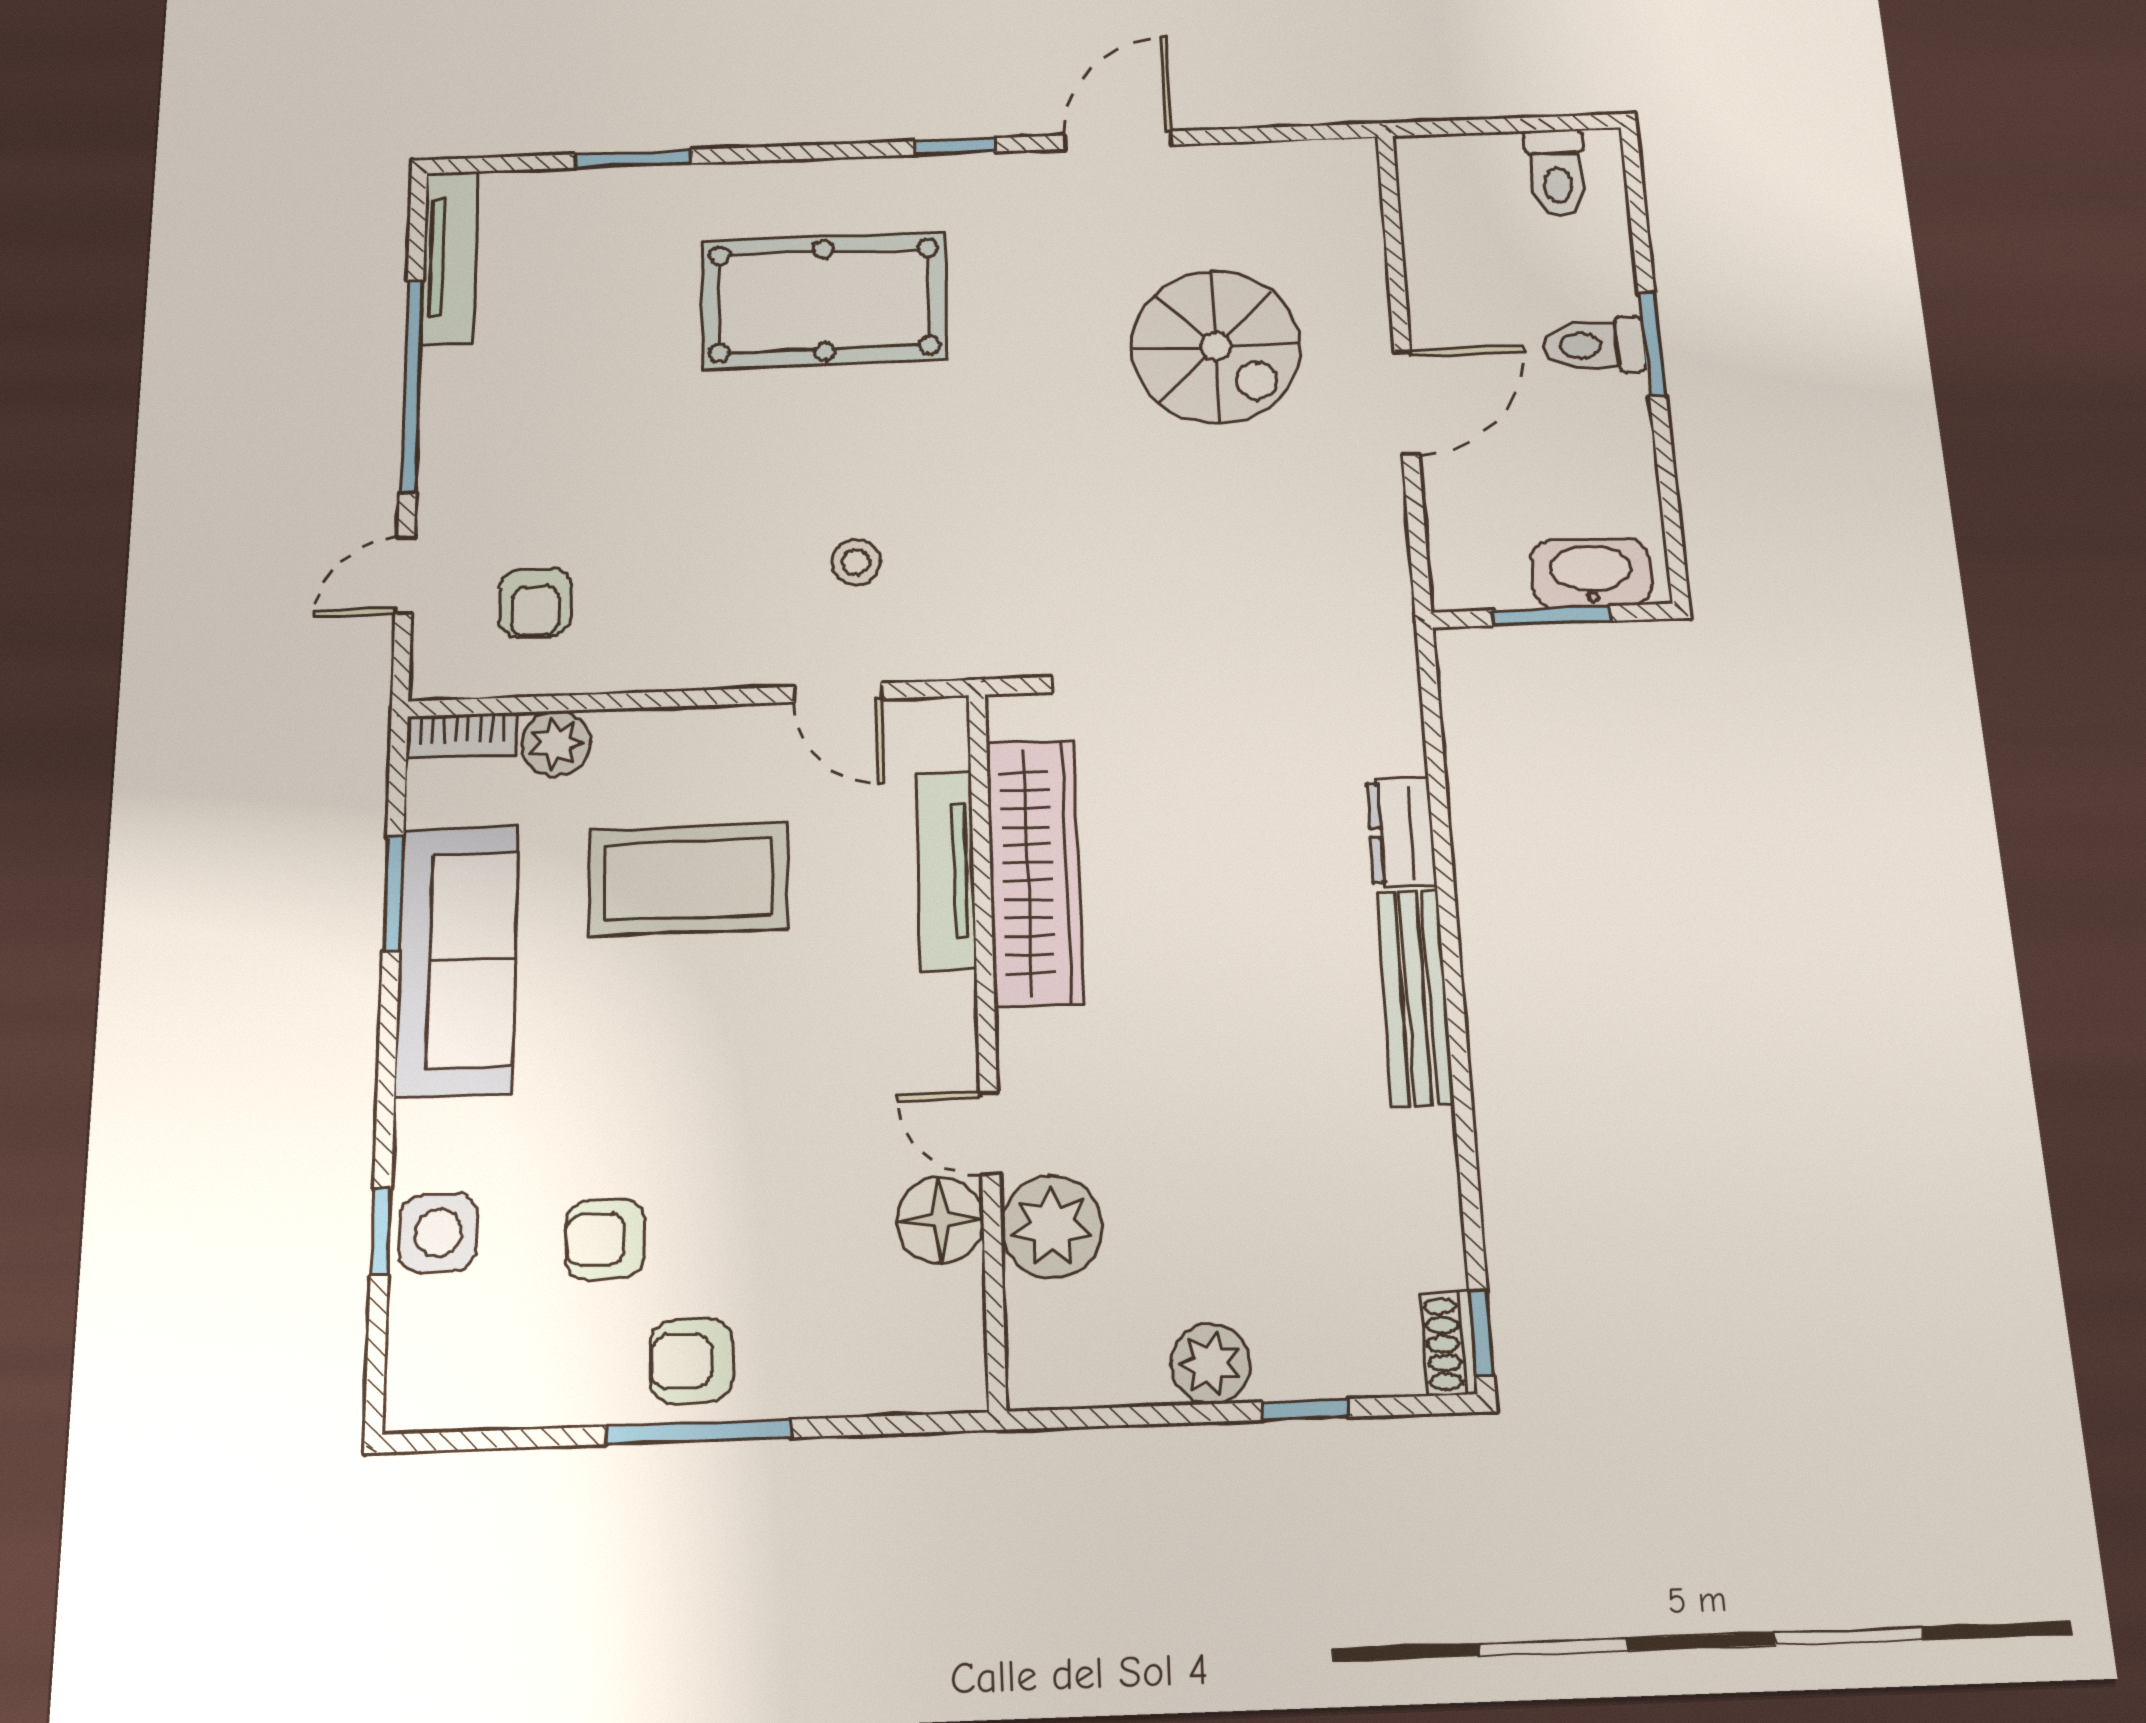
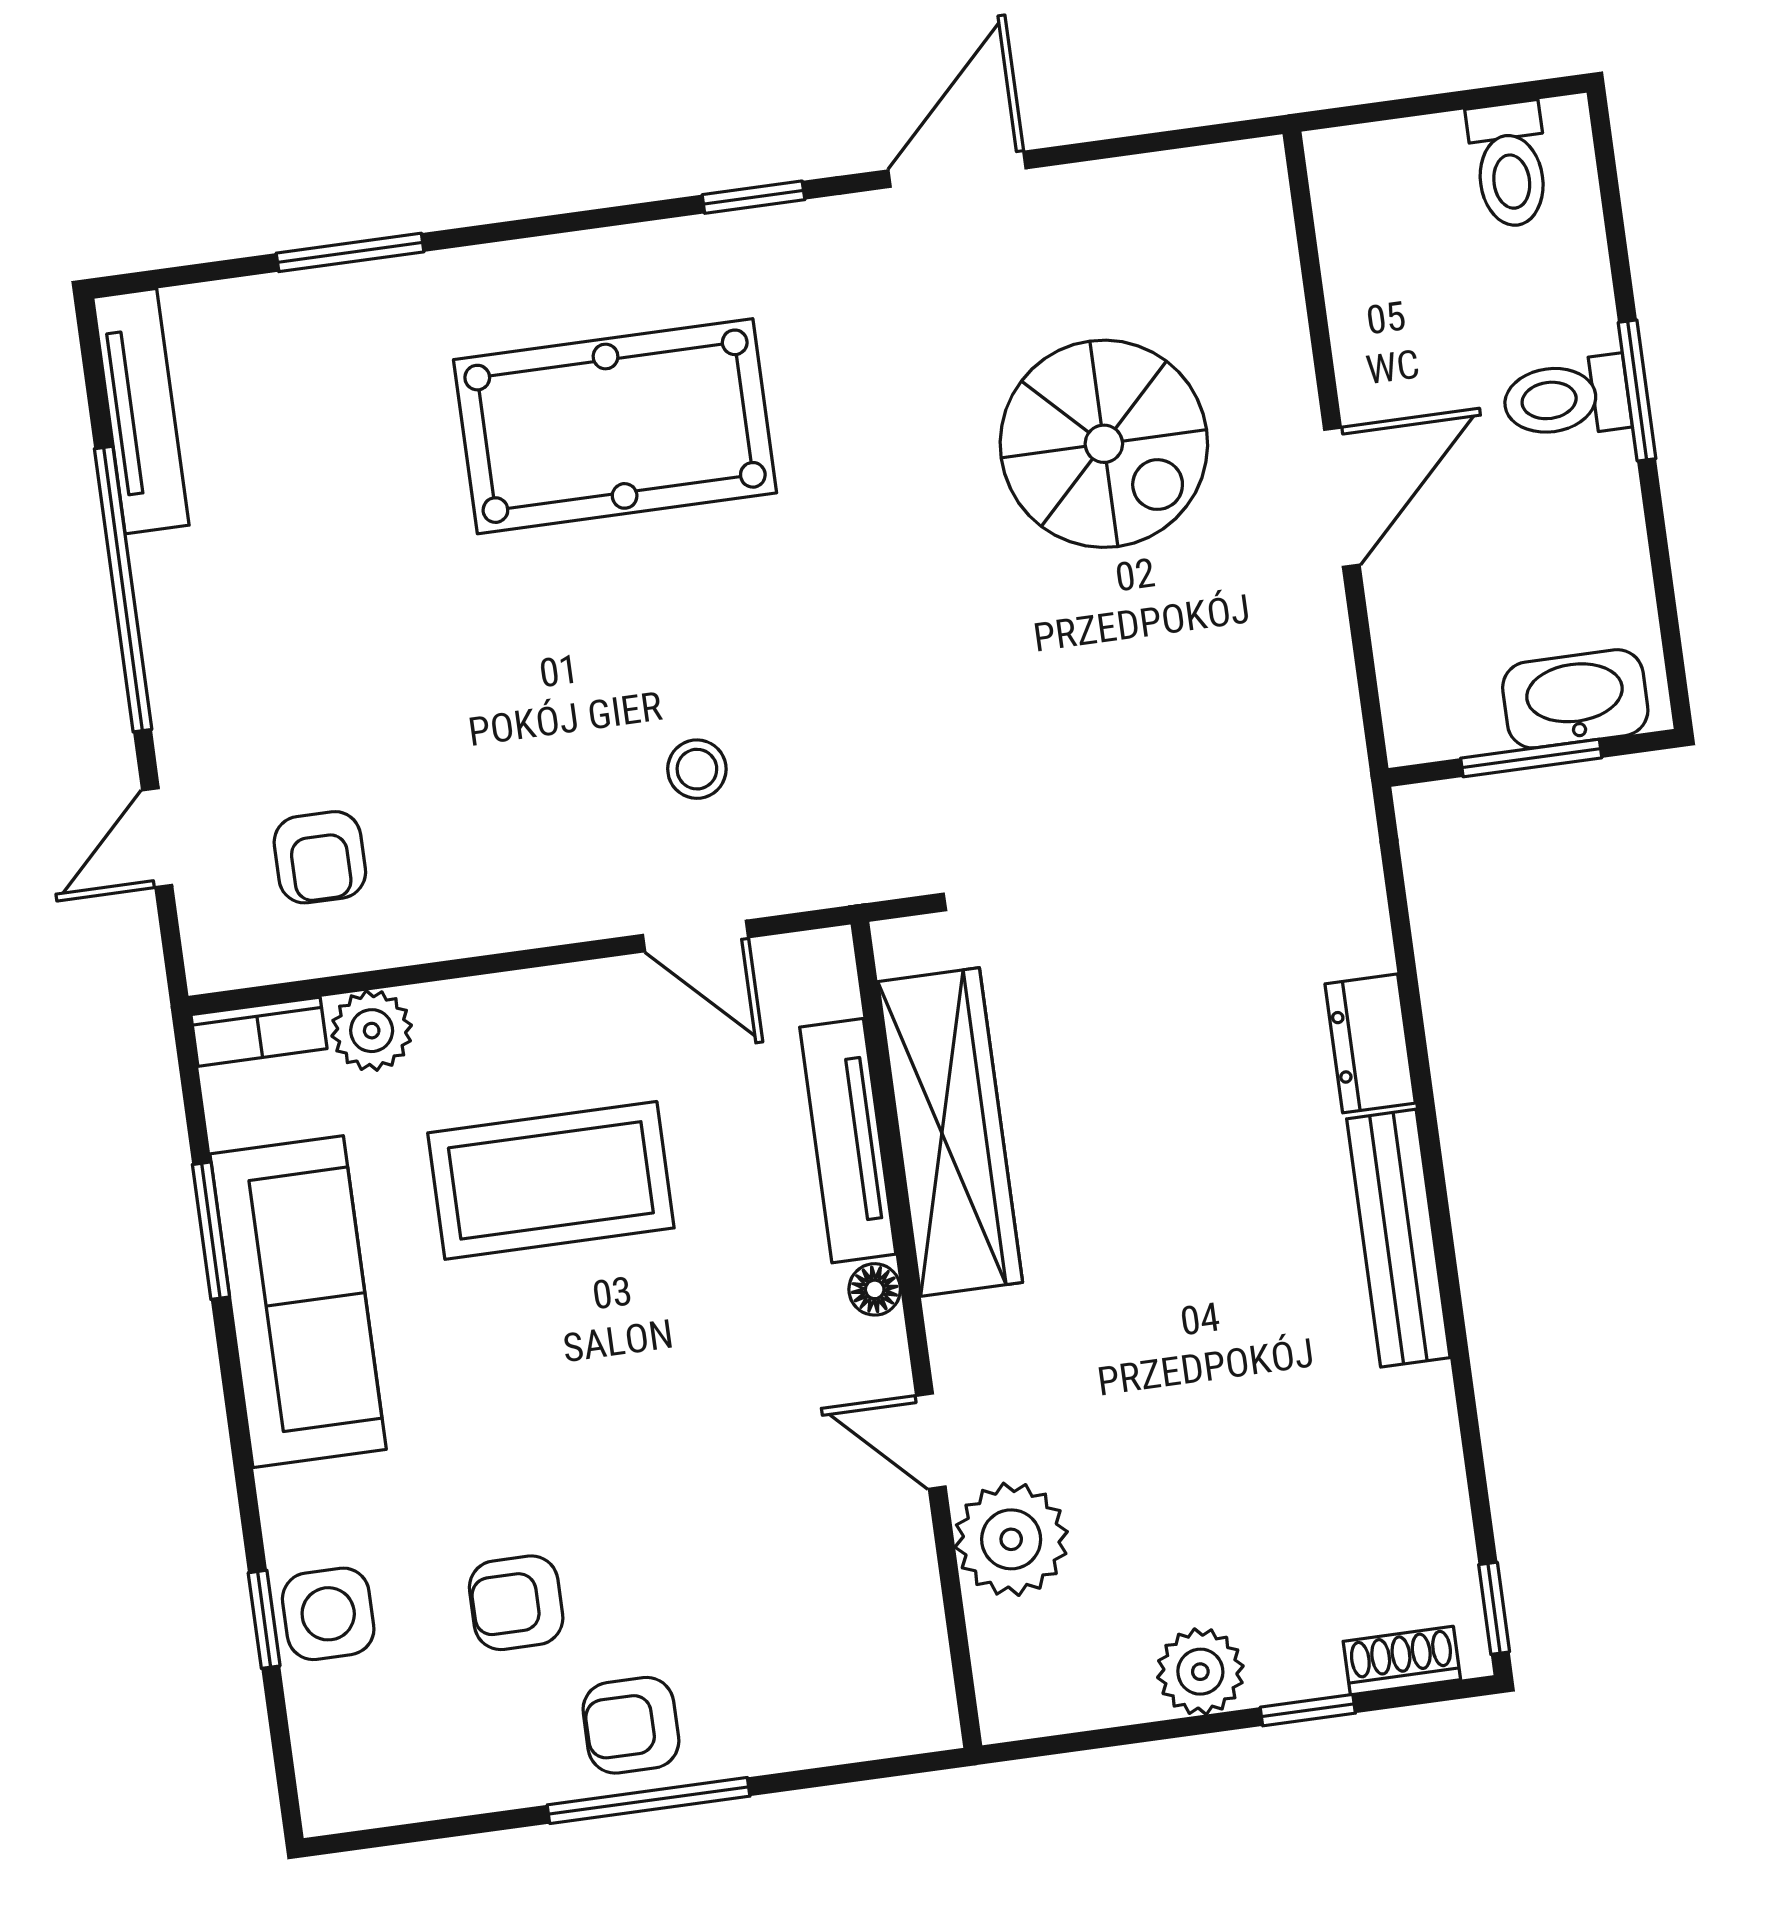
floor lamp: (940, 1220) -> (875, 1289), moved, width x0.53, depth x0.53
shoe rack: (1449, 1344) -> (1402, 1660), moved, turned 90

